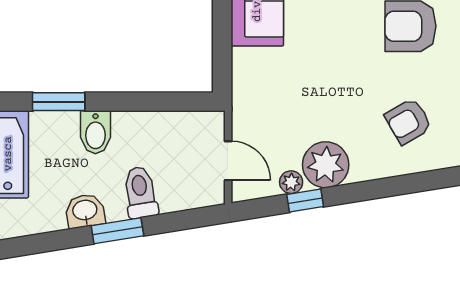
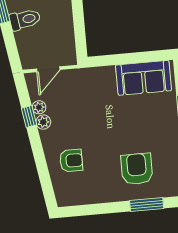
armchair: (408, 121) -> (71, 161), moved, turned 120
plant: (326, 165) -> (43, 122), width x0.53, depth x0.53

